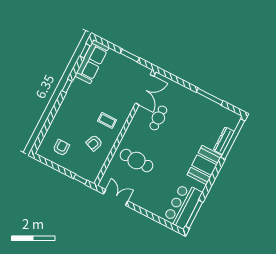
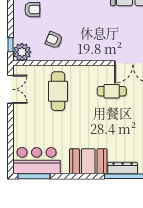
coffee table: (107, 120) -> (83, 41), removed
plant: (91, 173) -> (22, 52), added

